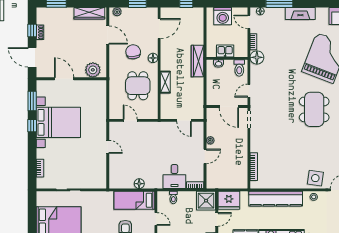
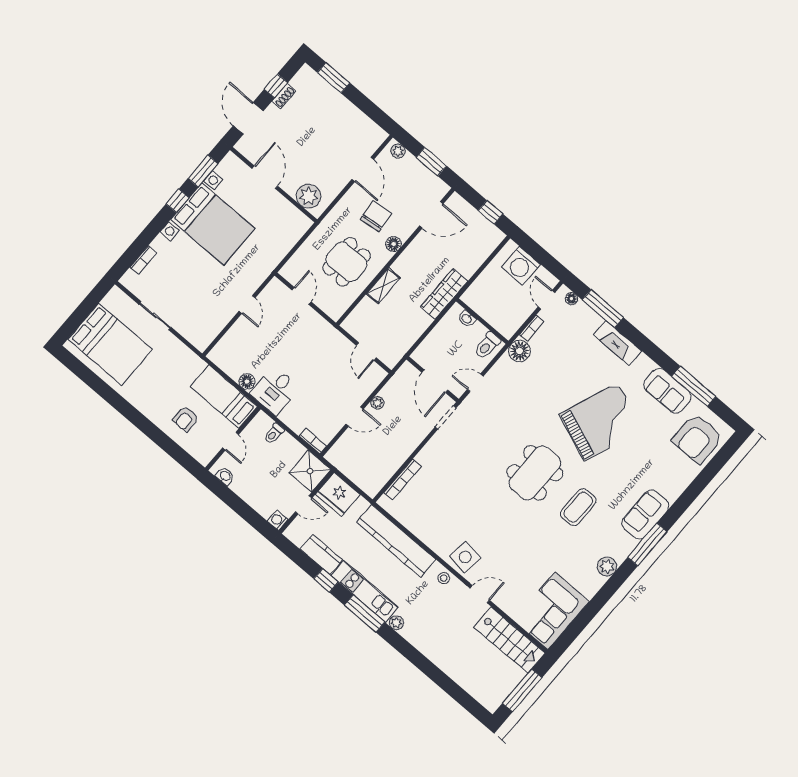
wardrobe: (89, 13) -> (363, 124), removed
kitchen sink: (225, 51) -> (488, 310), removed
desk: (174, 177) -> (275, 391), moved

